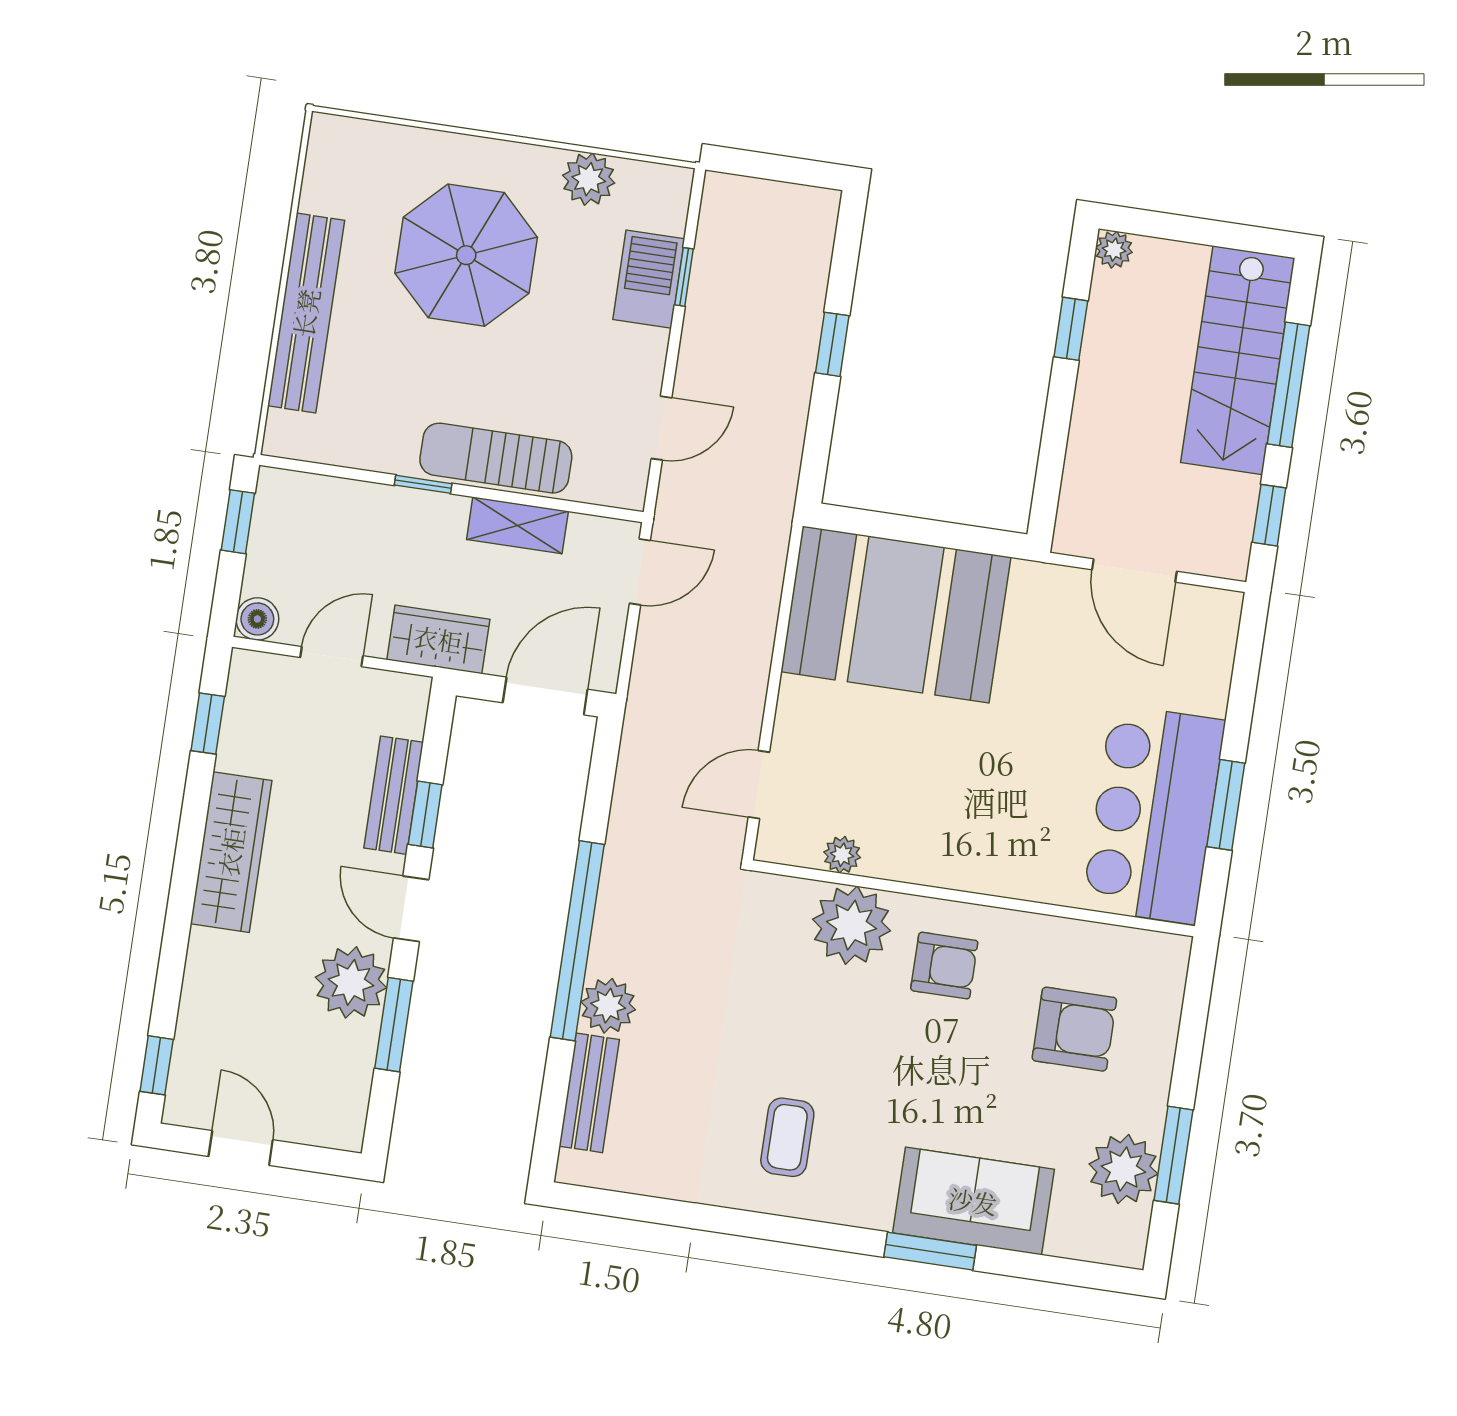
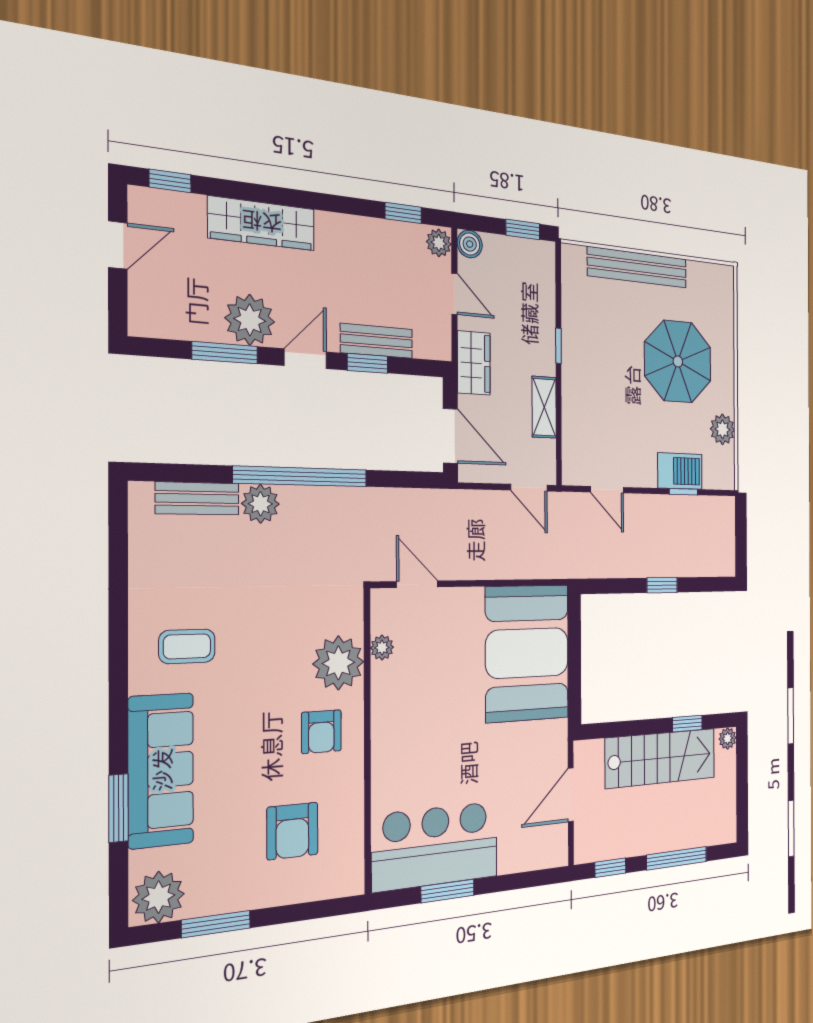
stairs: (1238, 360) -> (661, 758), moved, turned 180
sun lounger: (496, 458) -> (578, 390), removed
plant: (254, 671) -> (439, 243), added
wardrobe: (231, 852) -> (262, 223), moved
plant: (1123, 1169) -> (159, 897), moved
sofa: (973, 1201) -> (161, 770), width x1.36
window: (930, 1251) -> (118, 808), moved

